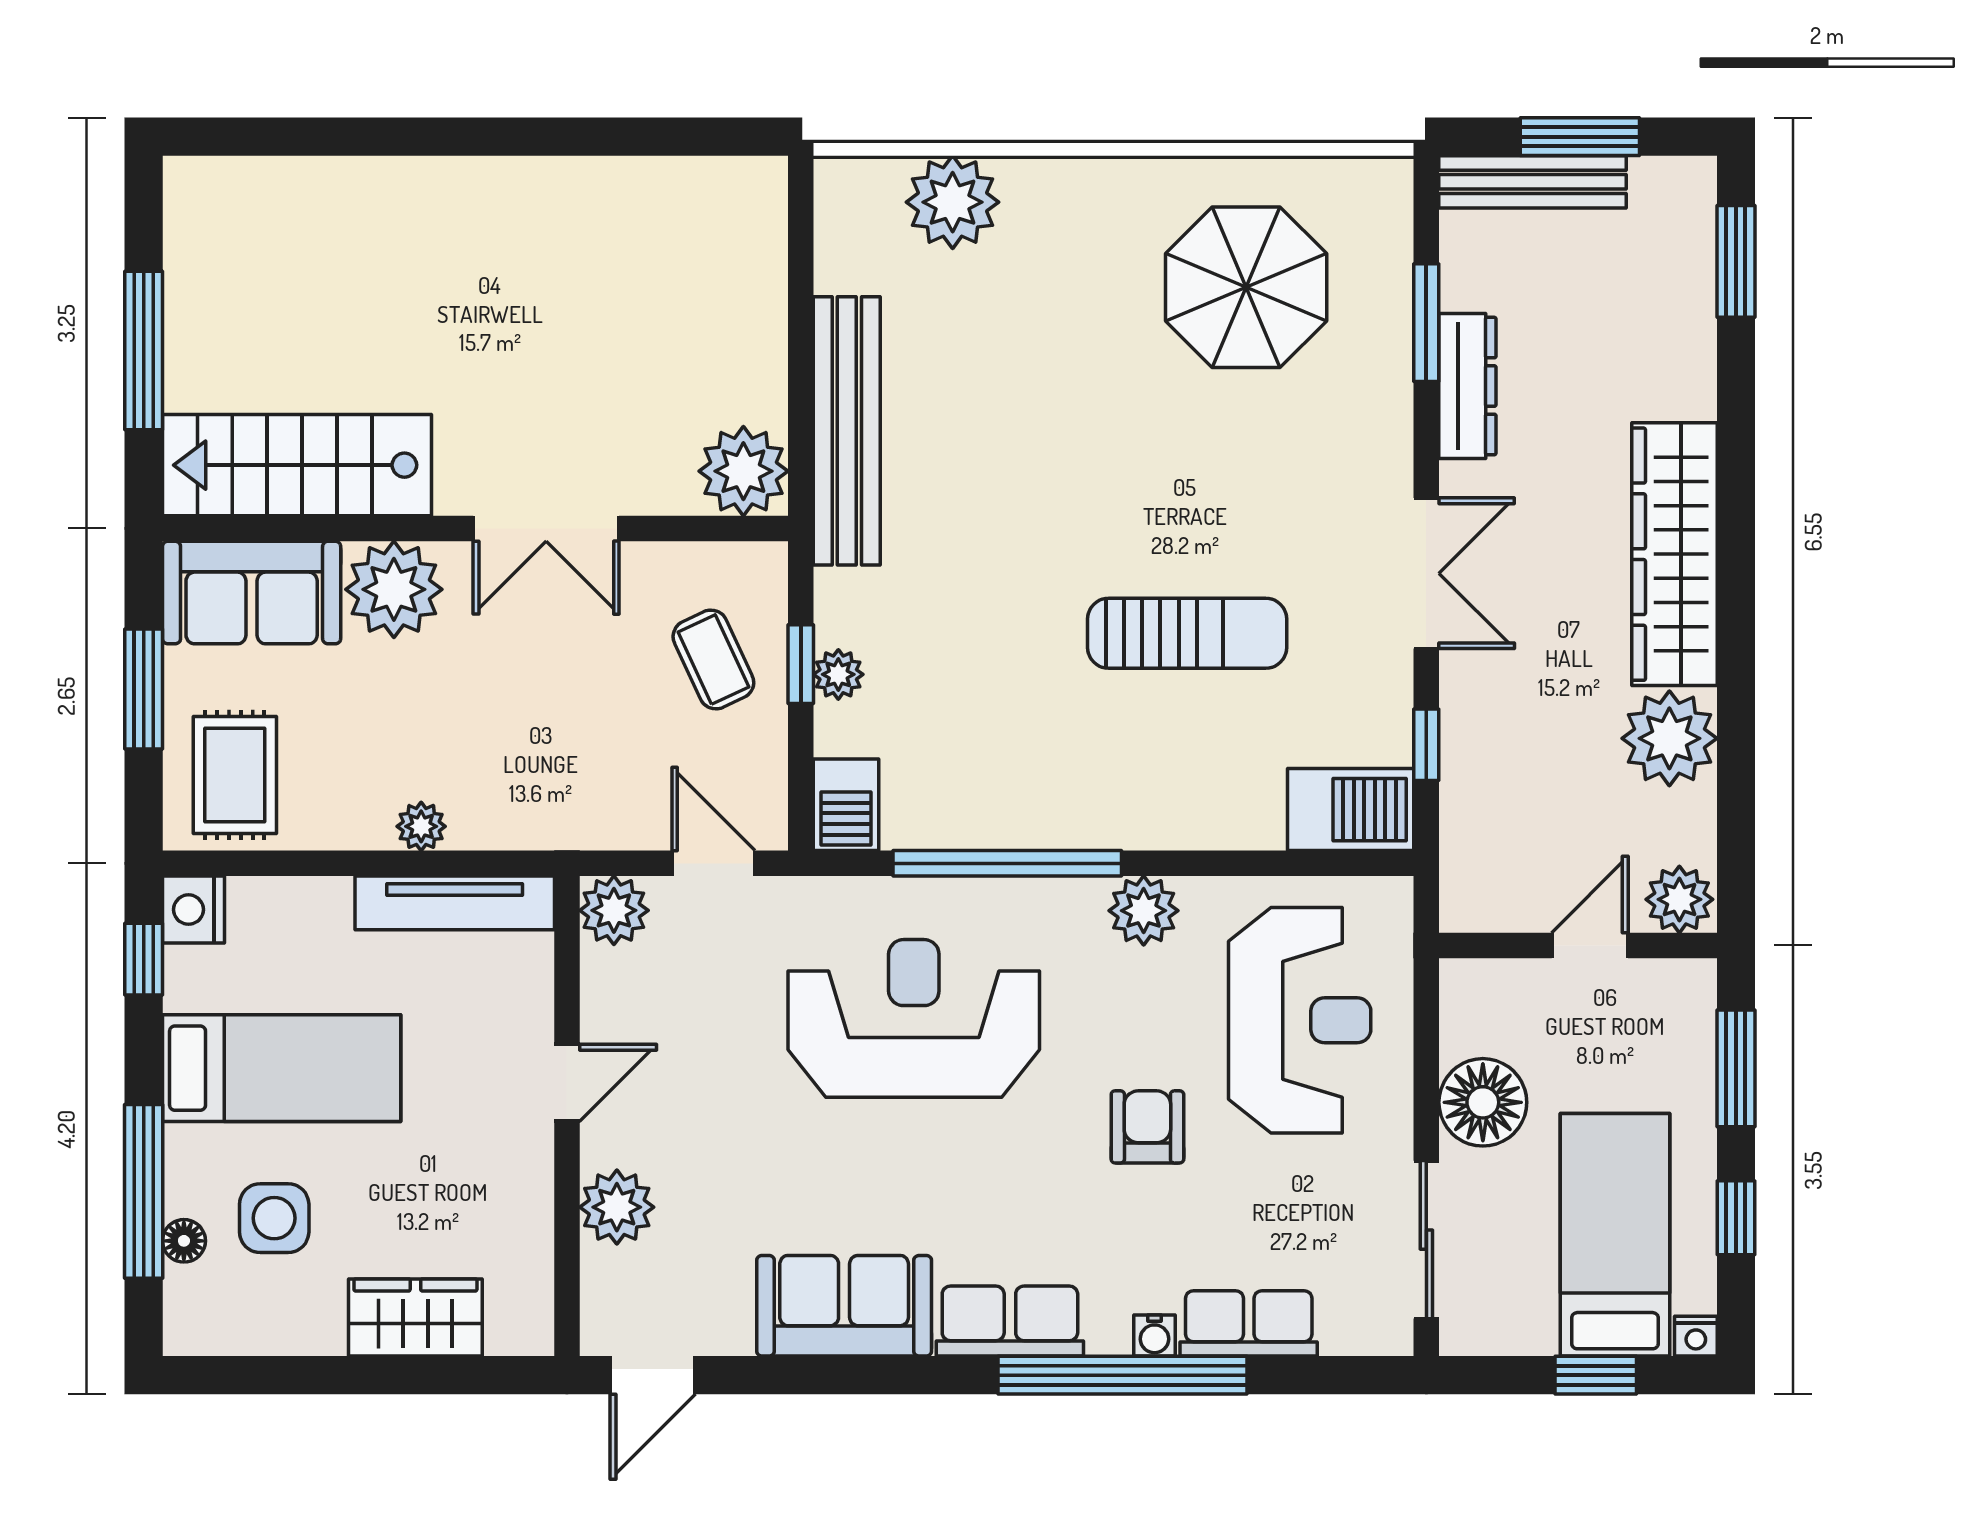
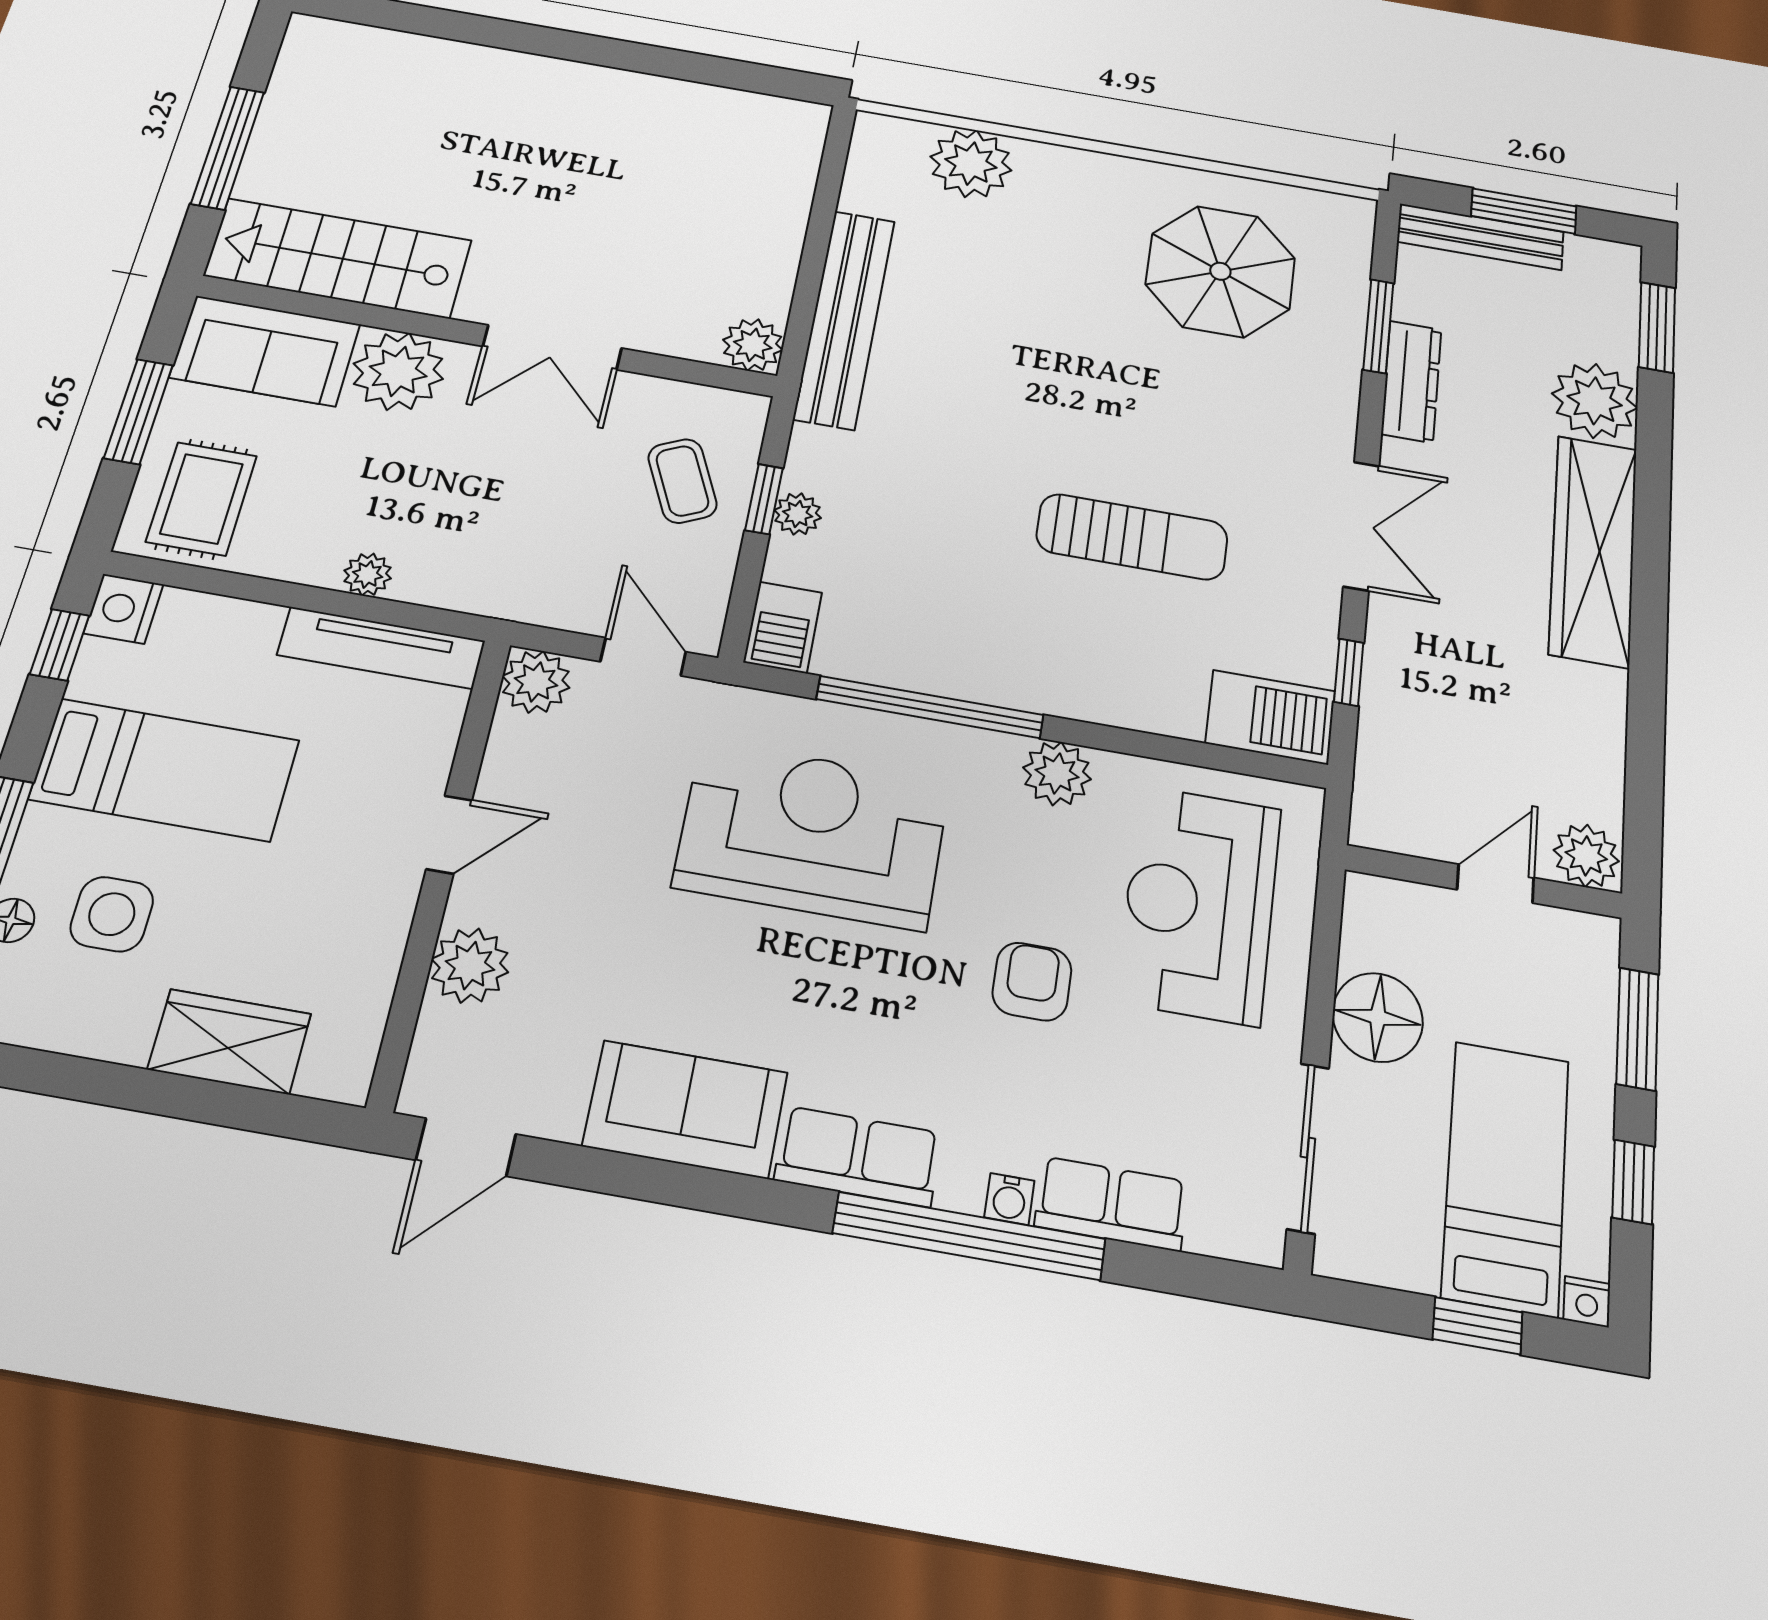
plant: (743, 471) -> (753, 345), width x0.73, depth x0.73
plant: (1669, 738) -> (1595, 401), moved
reception desk: (1300, 1020) -> (1199, 904), turned 180

